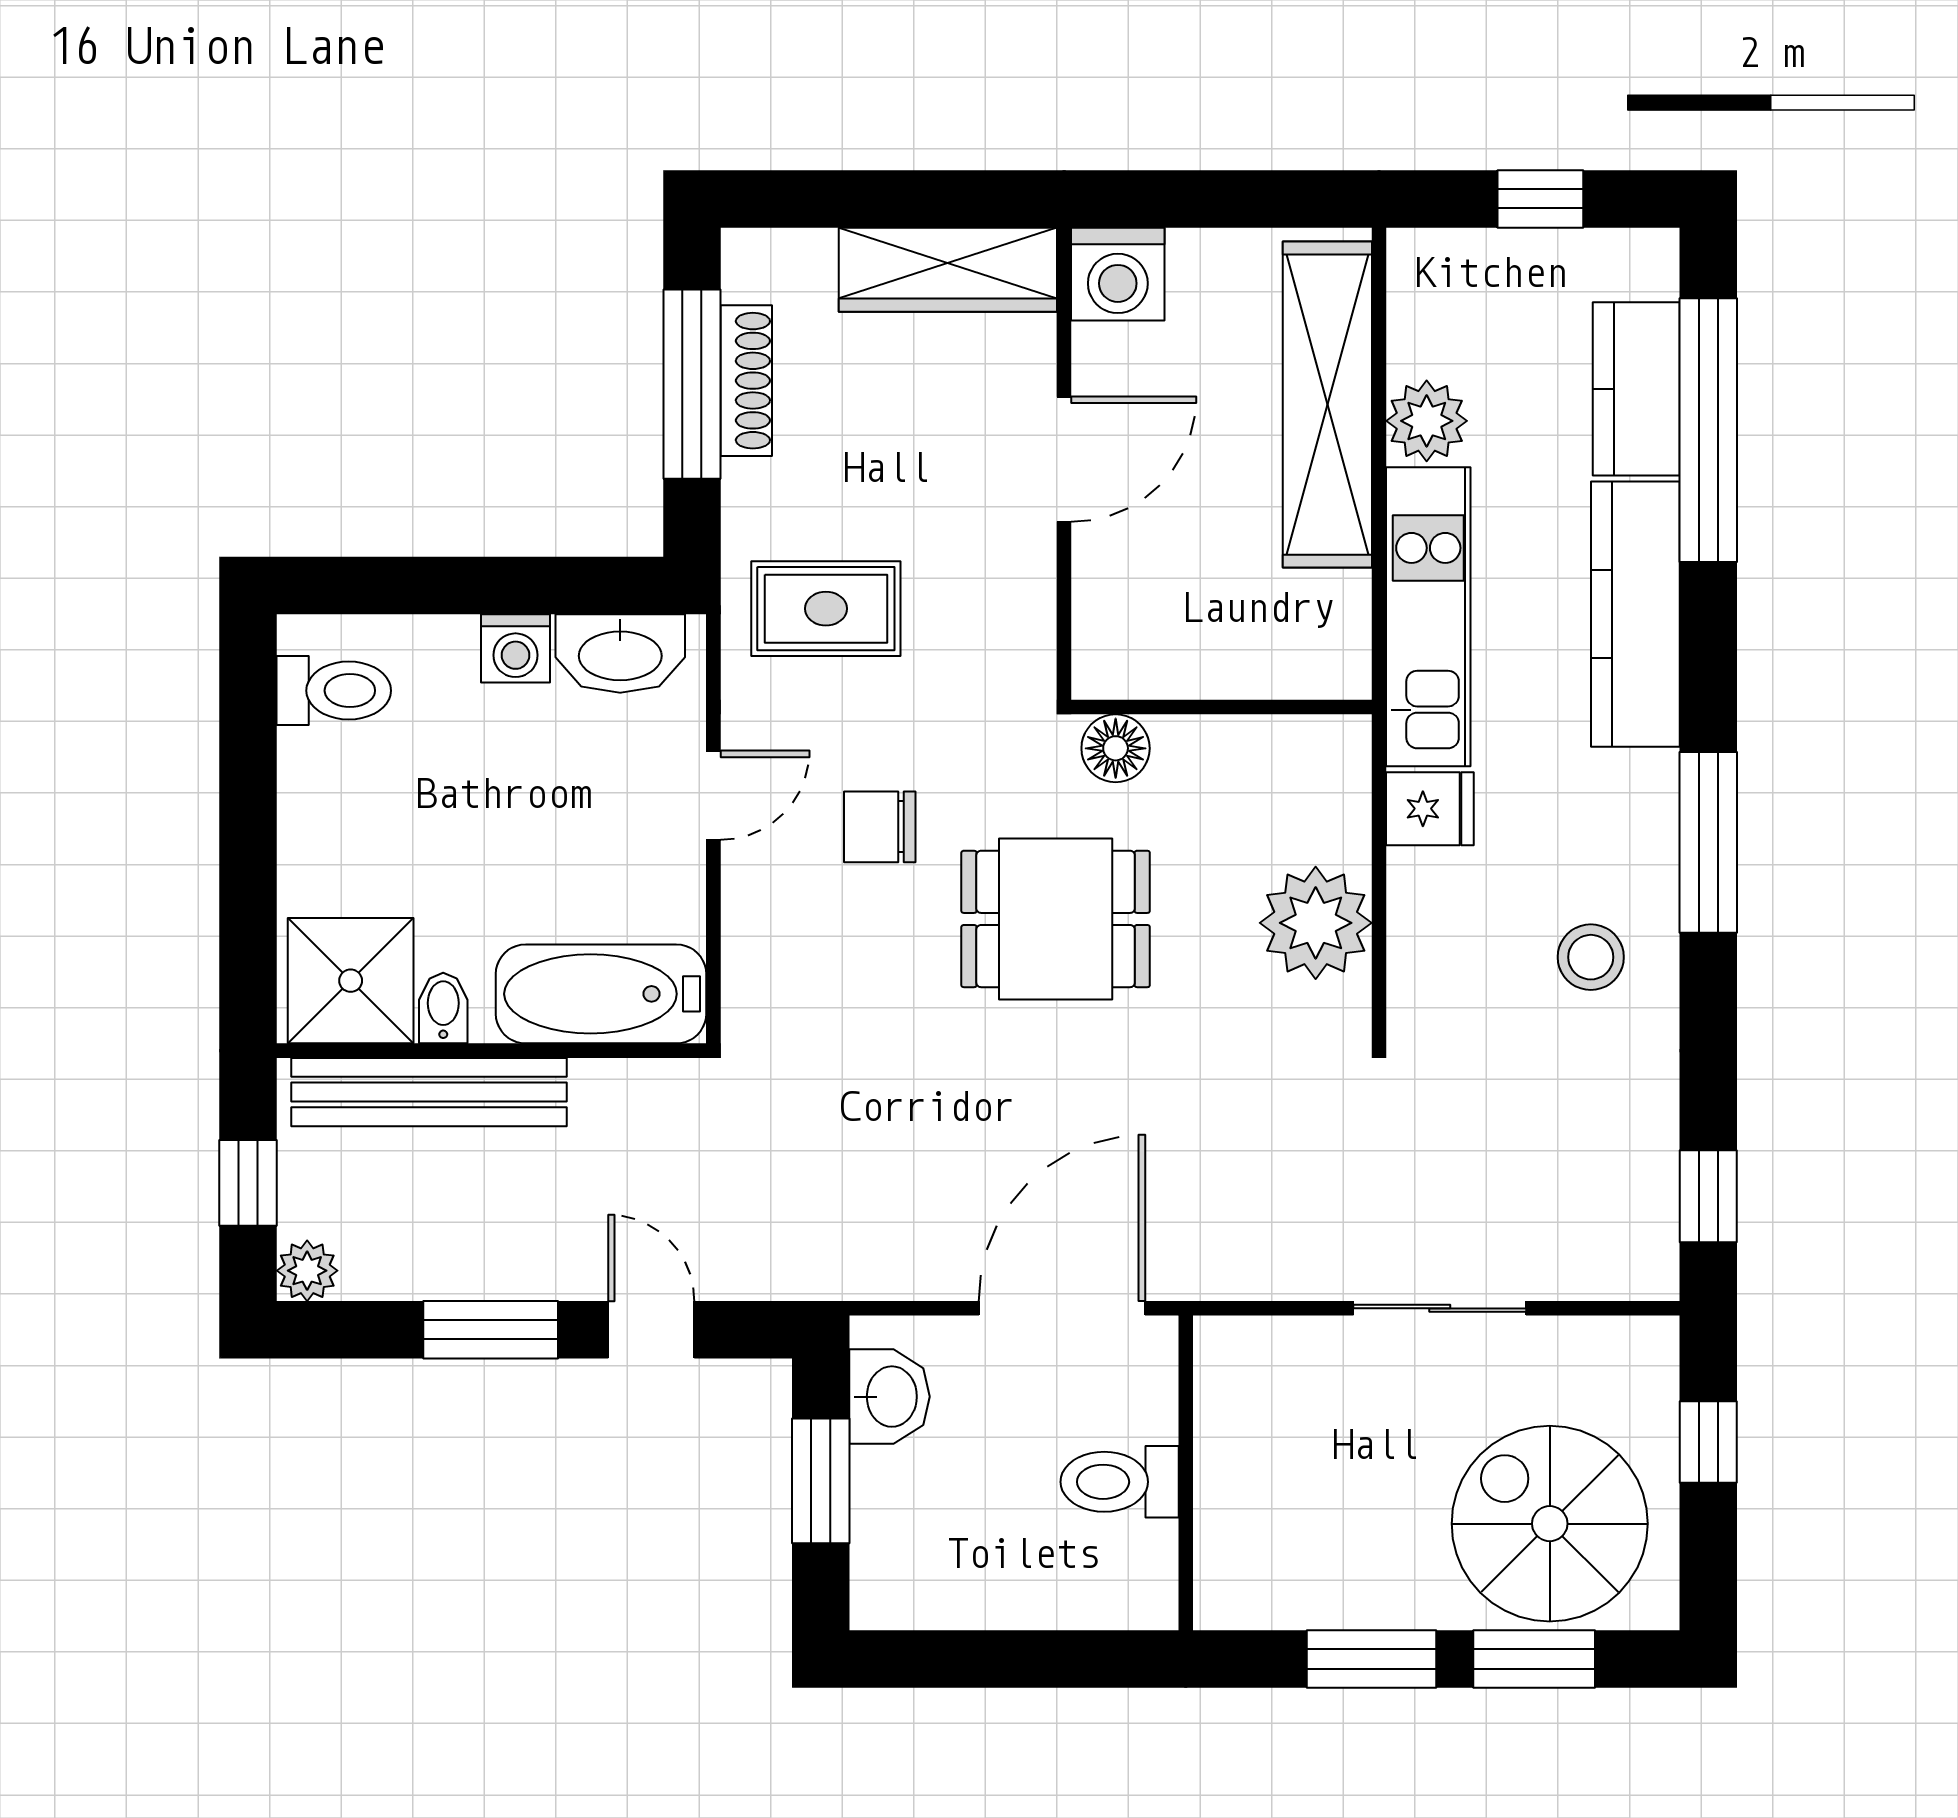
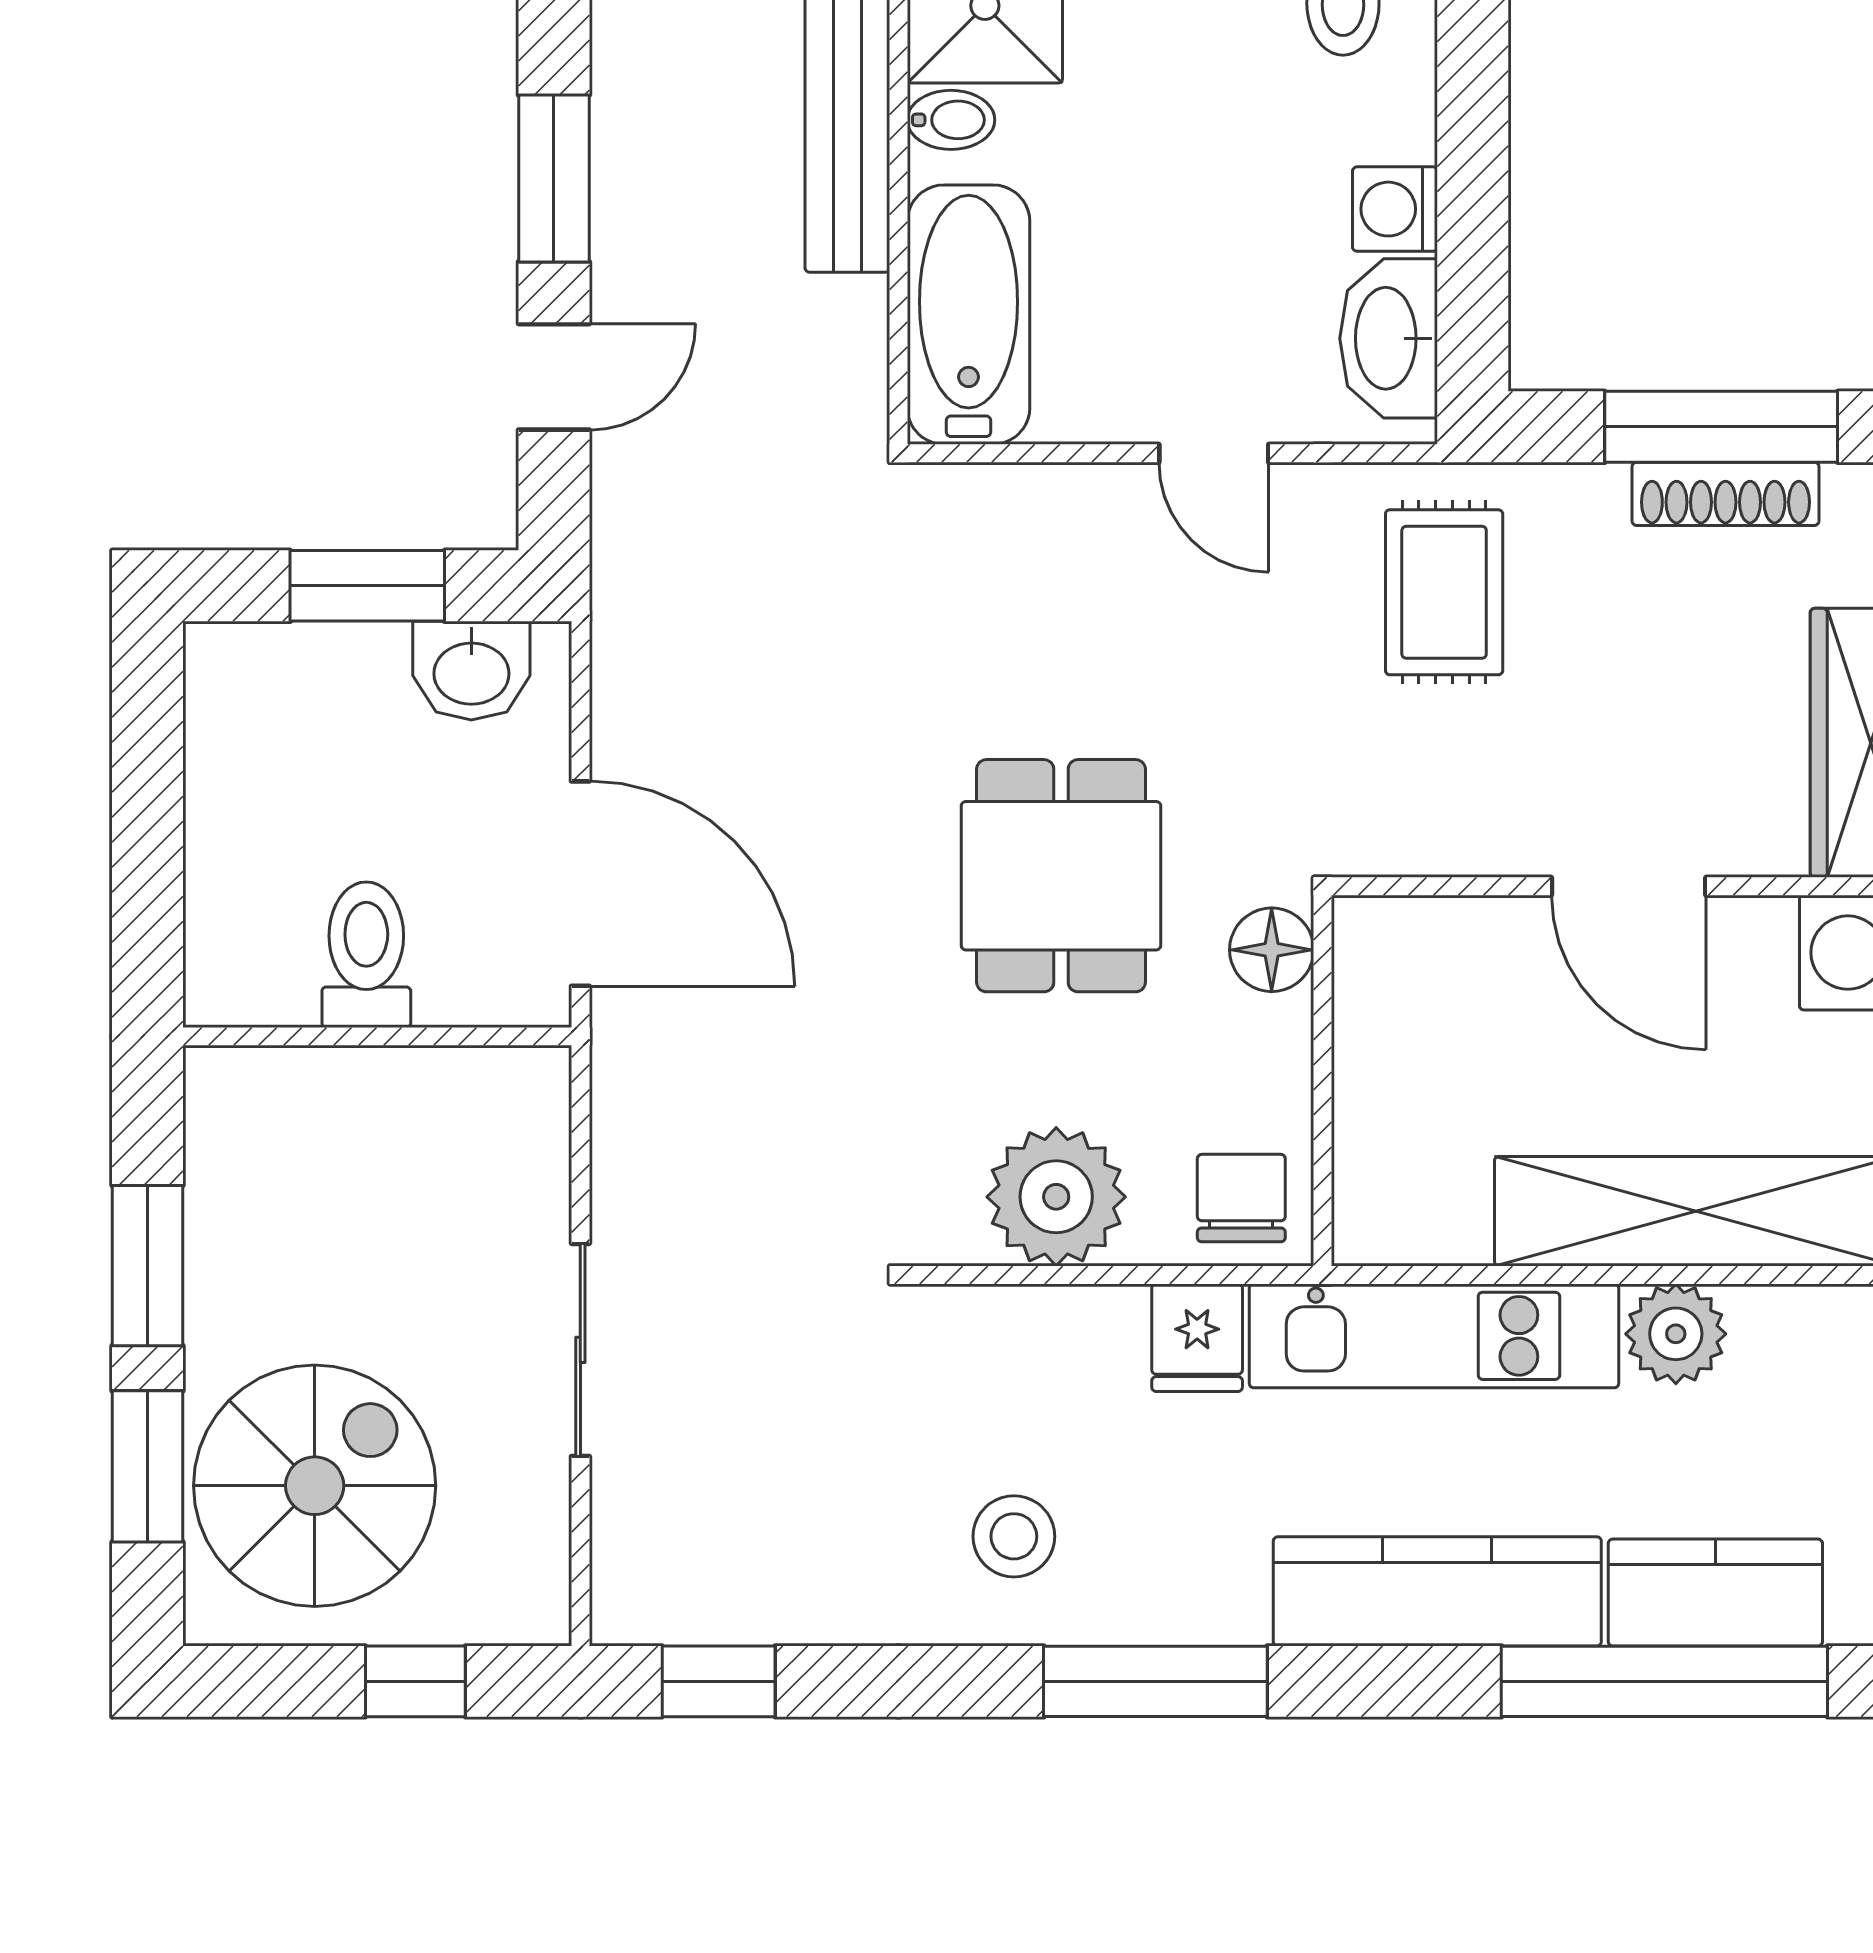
chair: (880, 827) -> (1241, 1198), moved

